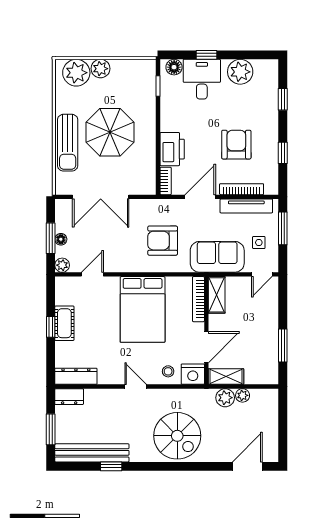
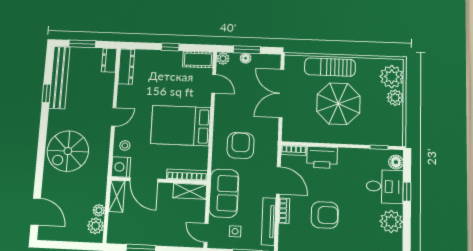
bookcase: (242, 189) -> (284, 211), width x0.64
cot: (64, 323) -> (198, 59), moved
plant: (225, 398) -> (96, 226), moved

